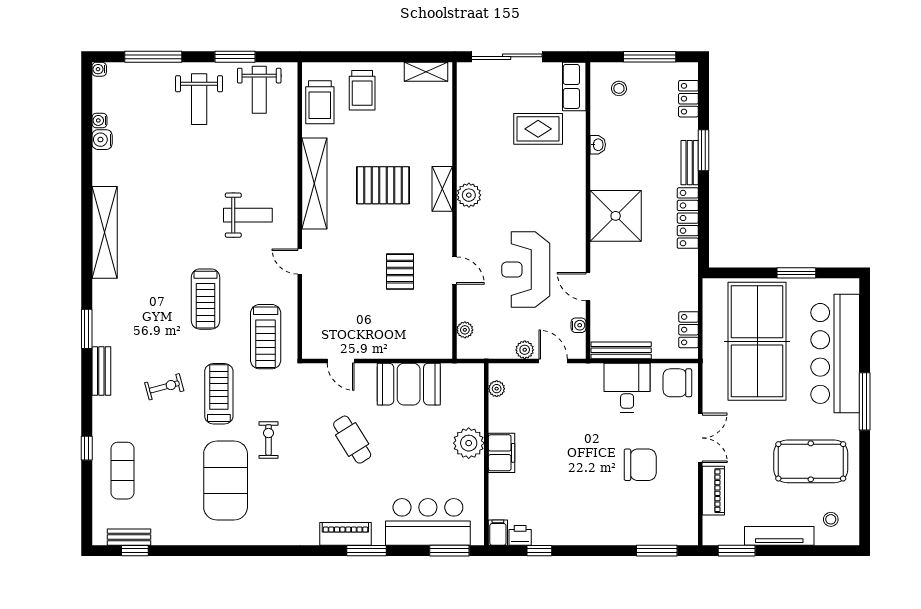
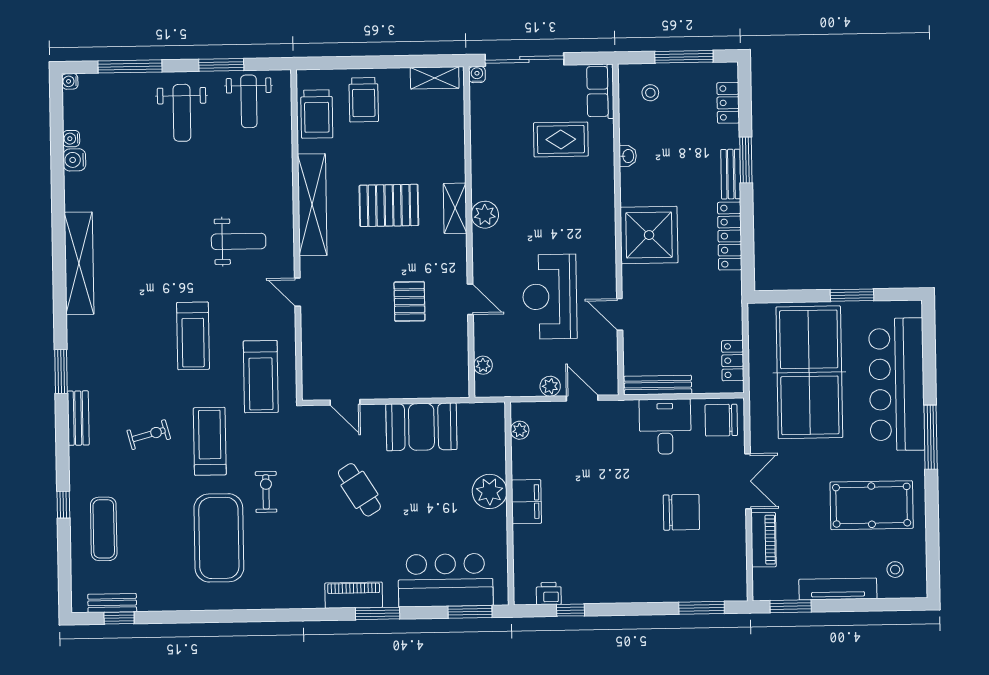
water cooler: (579, 325) -> (477, 75), moved, turned -90
filing cabinet: (498, 533) -> (524, 591), removed

